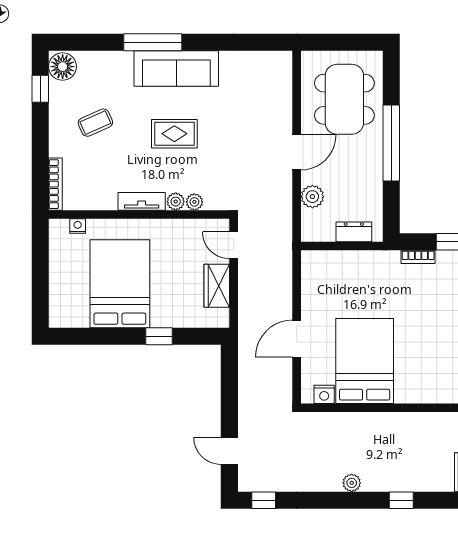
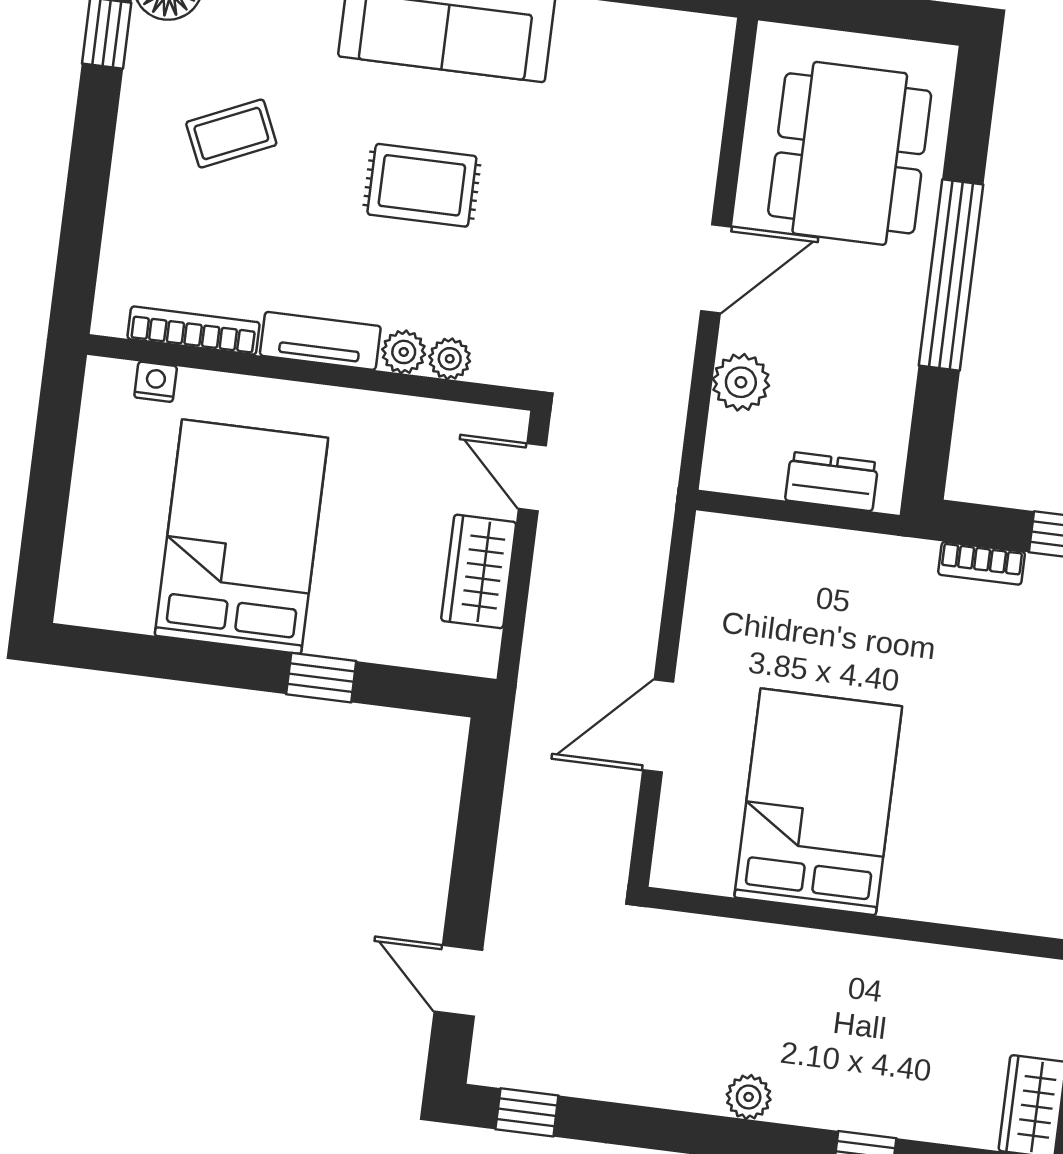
bookcase: (55, 184) -> (194, 331), moved, turned -90
nightstand: (324, 394) -> (709, 871), removed

